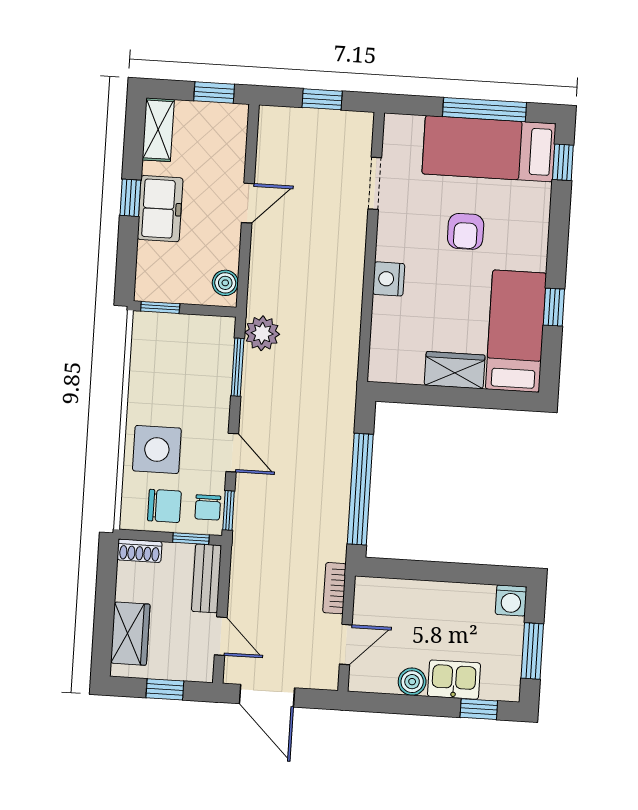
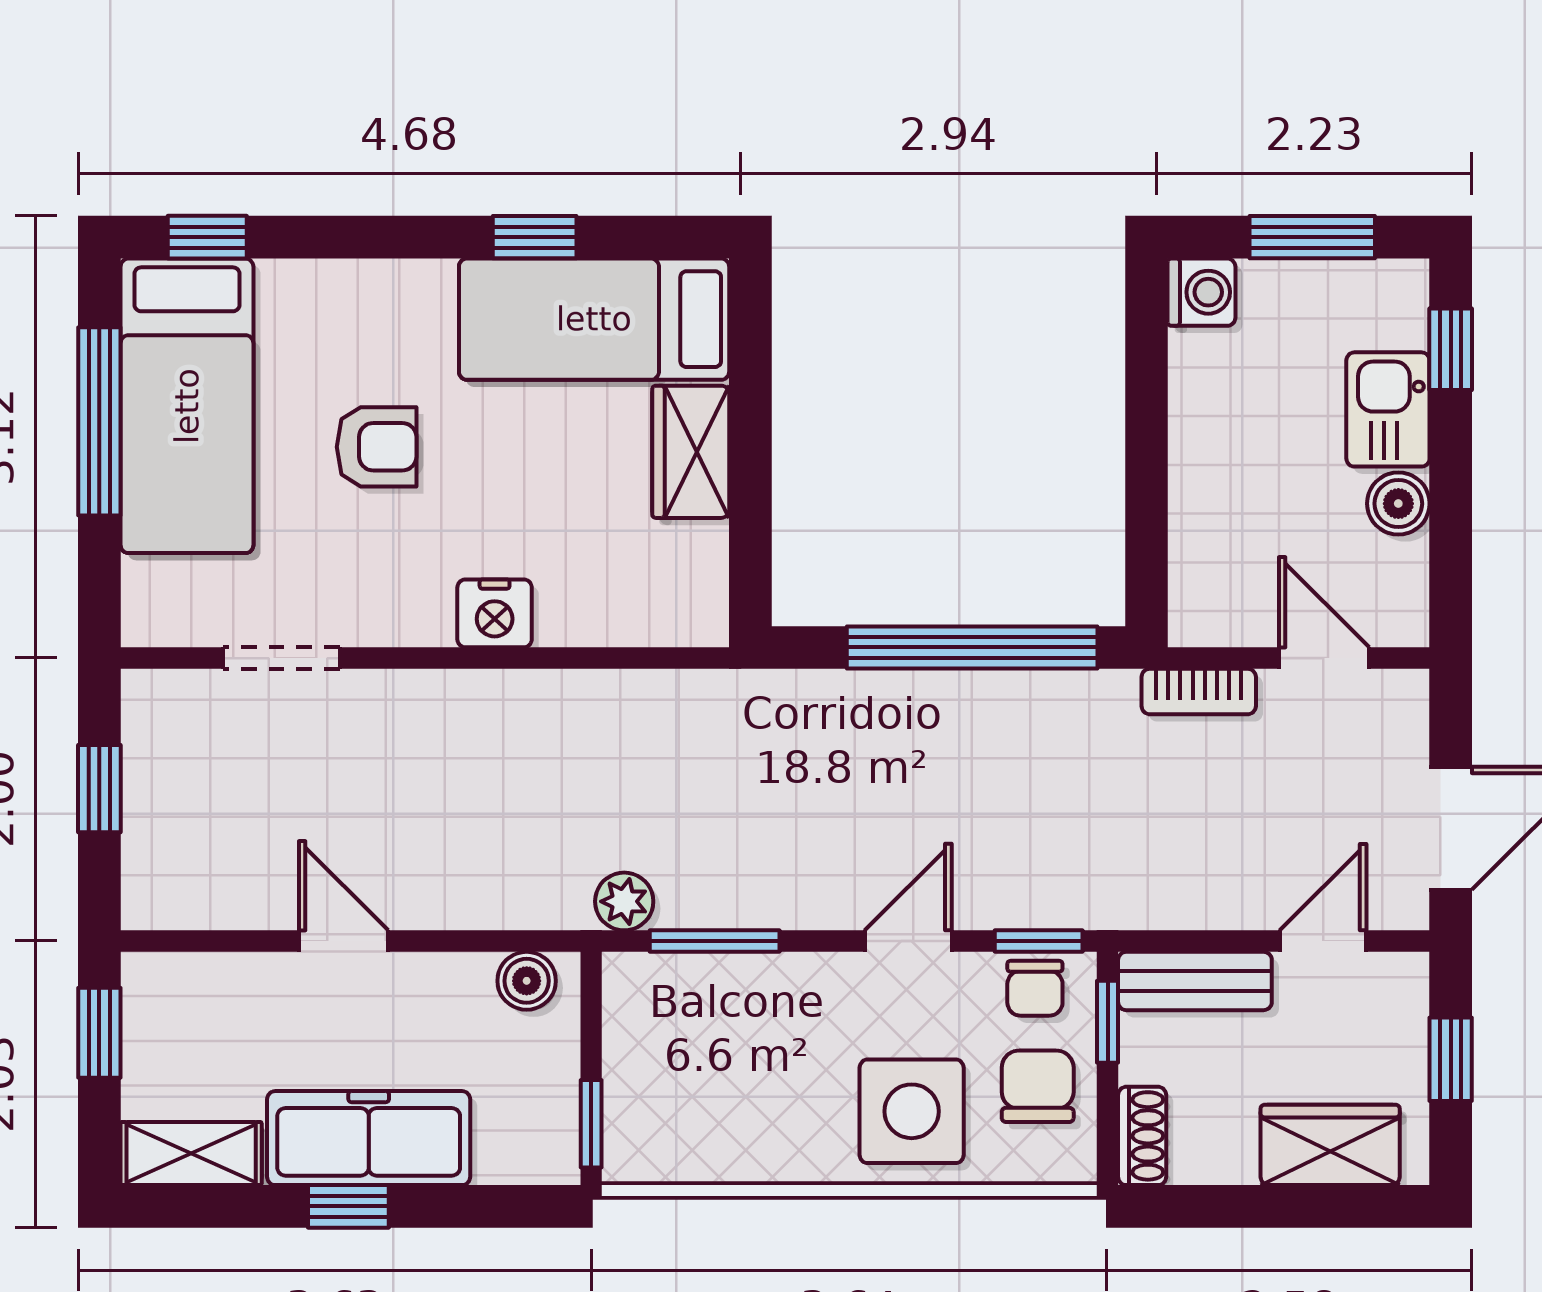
freezer: (160, 209) -> (369, 1138), width x1.40
plant: (262, 333) -> (624, 901), width x0.73, depth x0.73
chair: (208, 507) -> (1035, 988), turned 90

